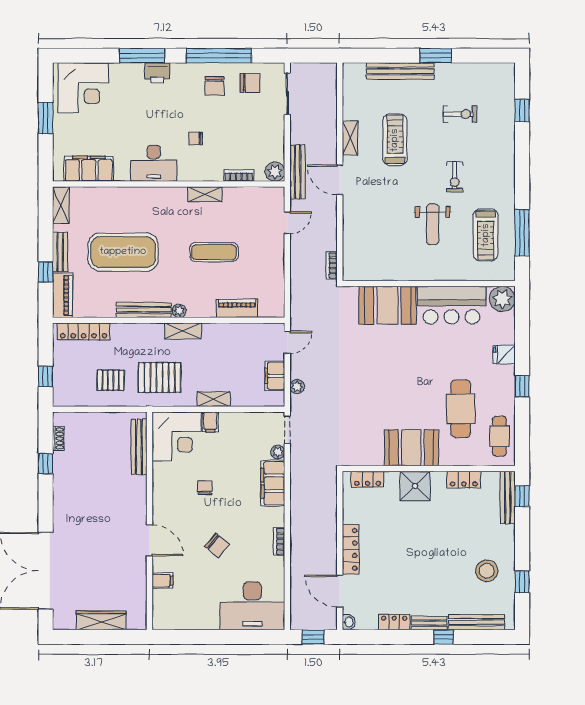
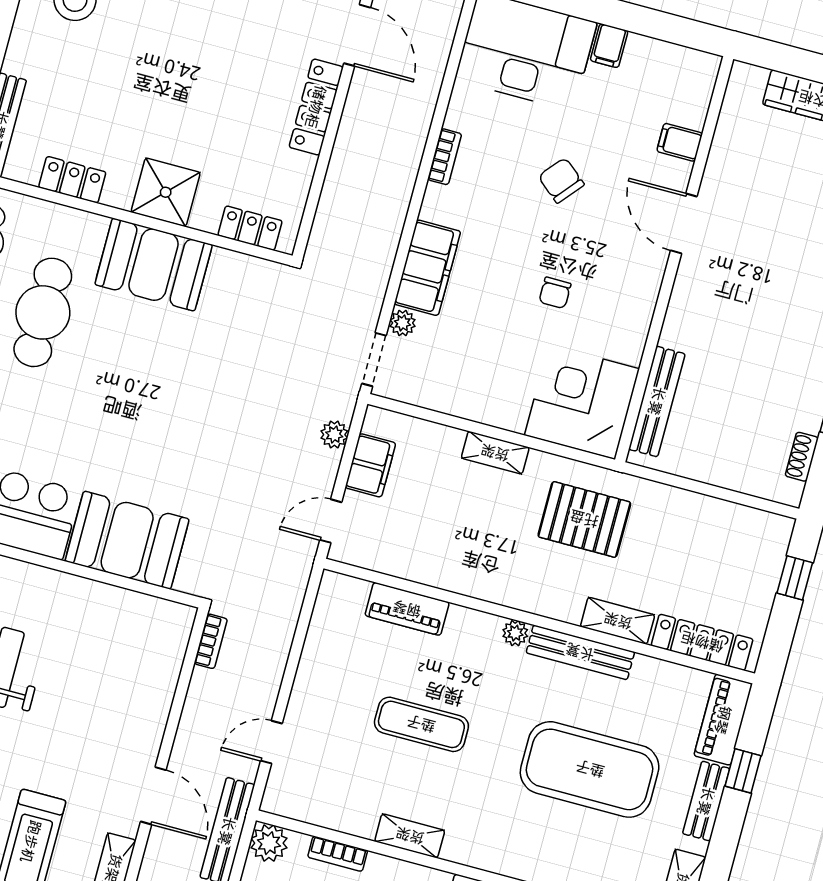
shelving: (183, 331) -> (618, 621), moved
pallet: (111, 380) -> (676, 539), removed
filing cabinet: (210, 422) -> (609, 46), moved, turned 180

